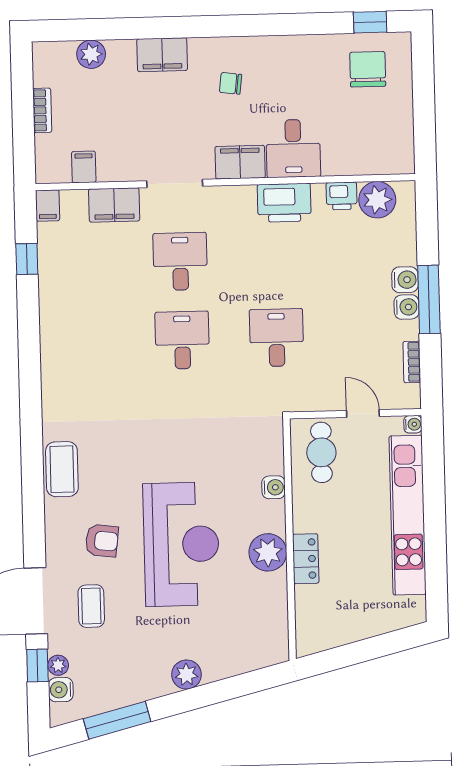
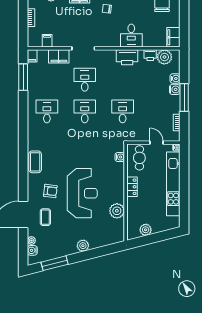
filing cabinet: (240, 162) -> (173, 37), moved, turned -90
window: (27, 259) -> (23, 77), width x2.17
water cooler: (406, 307) -> (175, 78), moved
desk: (88, 343) -> (47, 111), added
water cooler: (274, 487) -> (120, 157), moved
plant: (268, 552) -> (117, 211), moved
locker: (306, 559) -> (132, 187), moved
plant: (341, 631) -> (146, 230), added
window: (37, 665) -> (23, 240), removed

